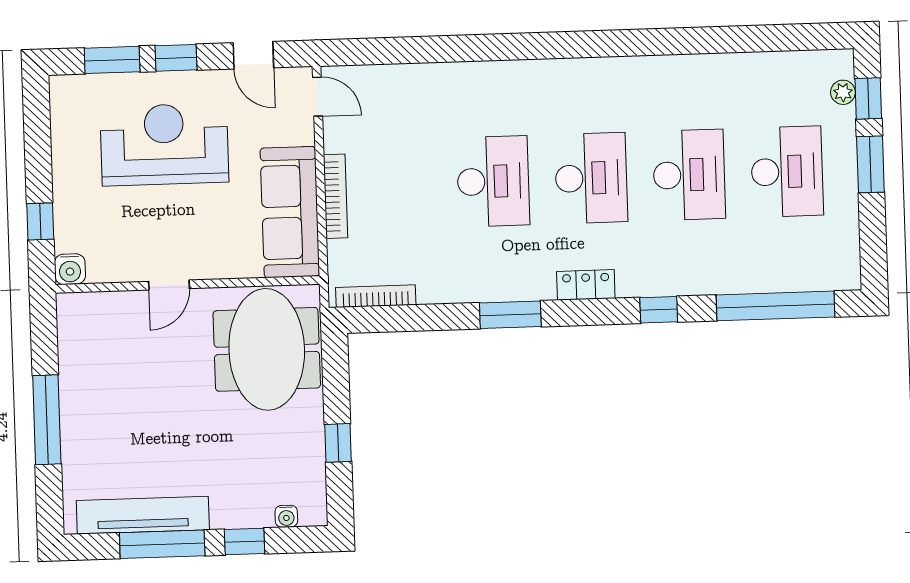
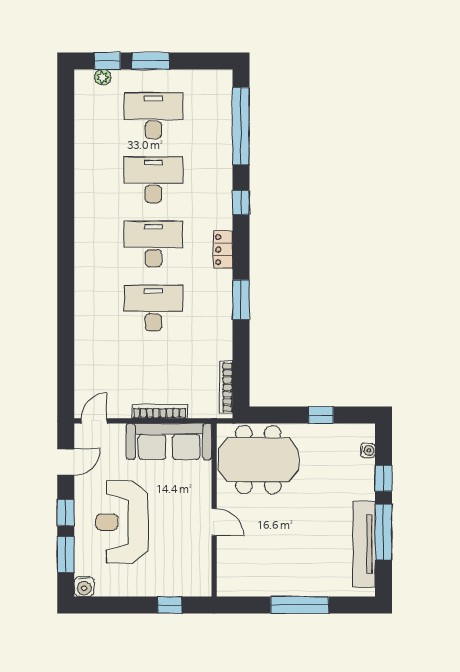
water cooler: (70, 269) -> (84, 587), moved, turned 90

